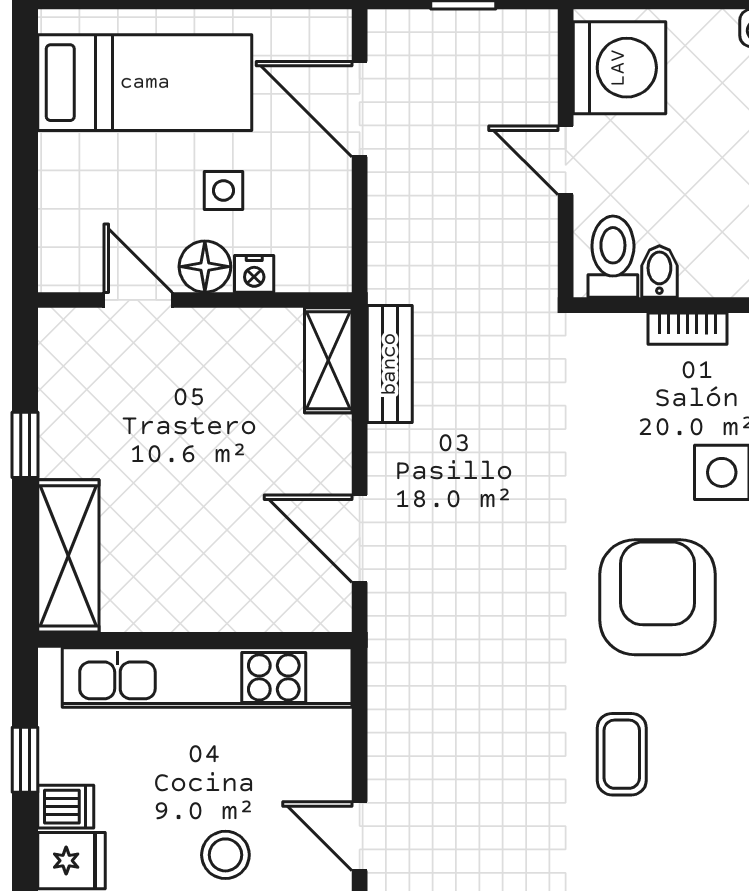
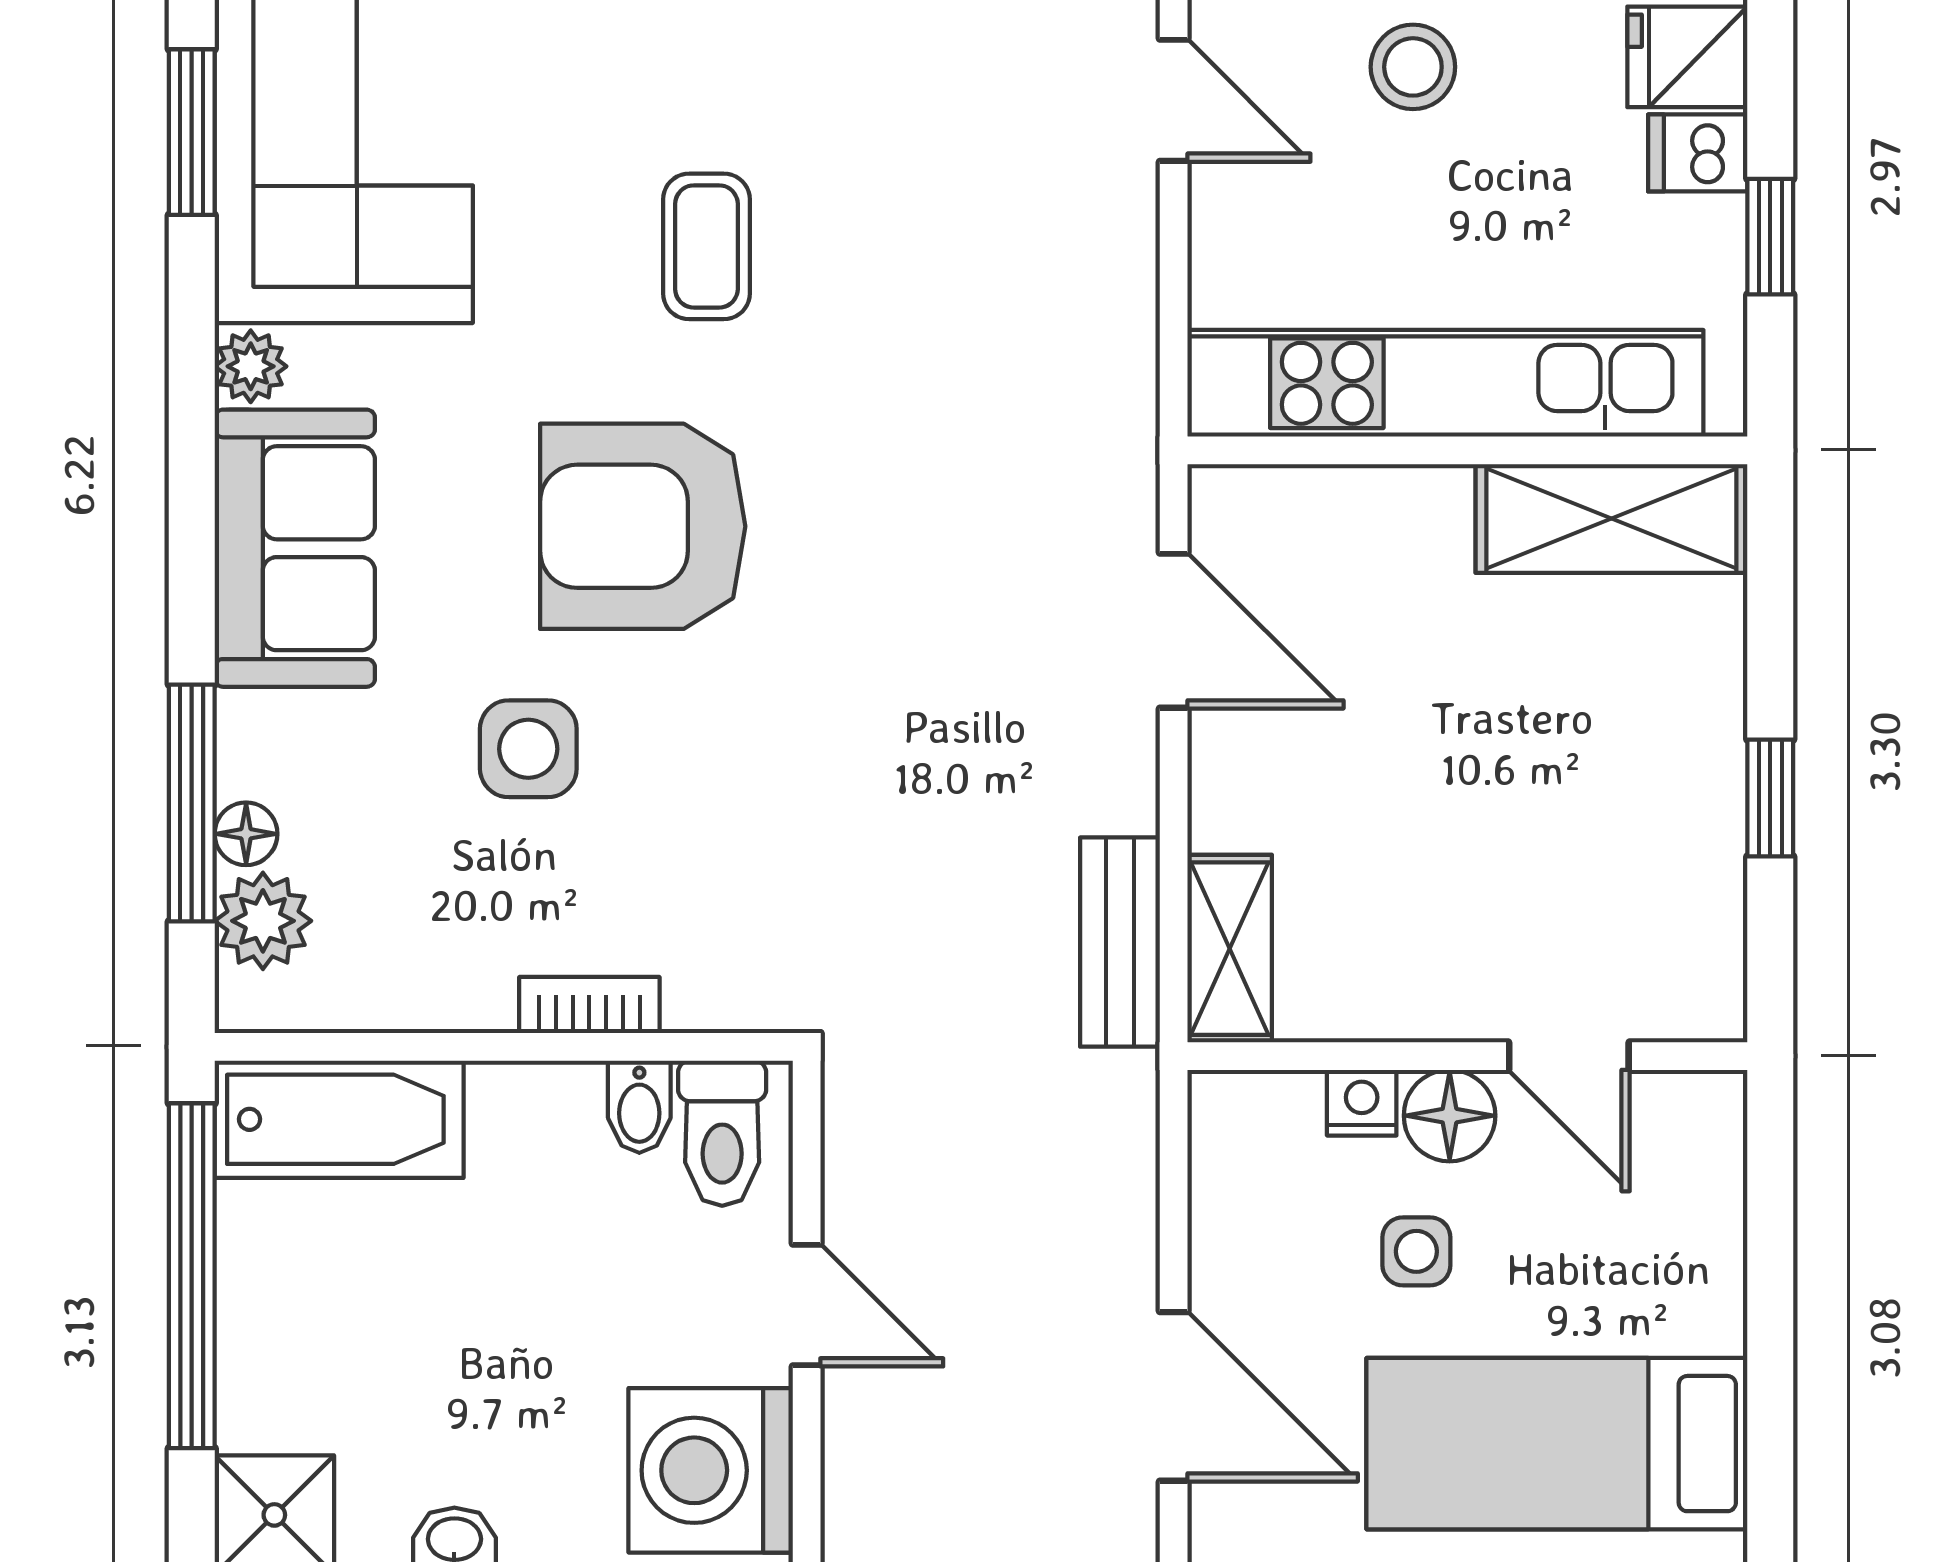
shelving: (68, 556) -> (1611, 518), moved, turned 90
armchair: (658, 597) -> (643, 526), turned 90

